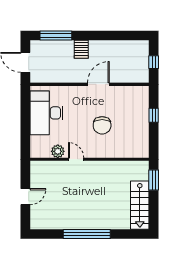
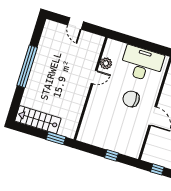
chair: (102, 125) -> (131, 99), moved

